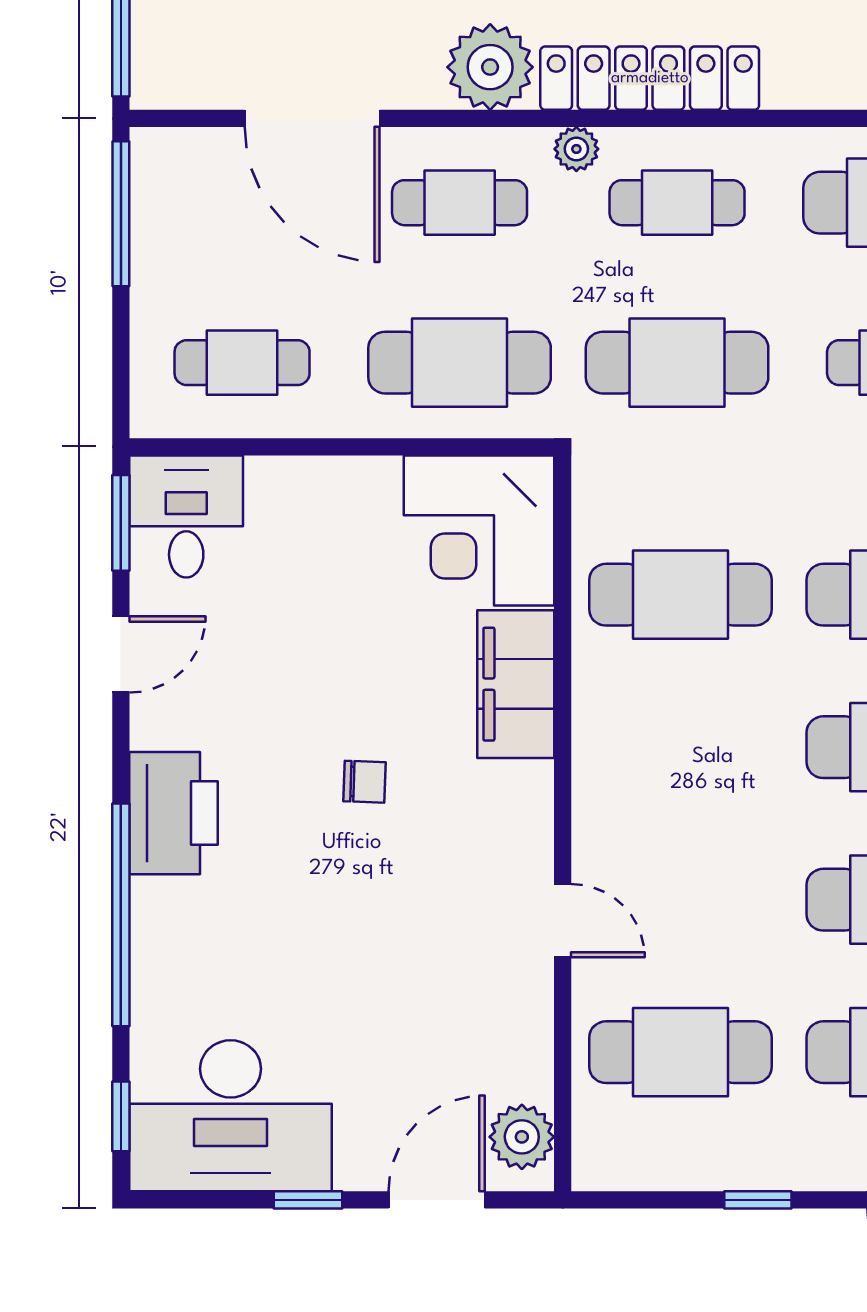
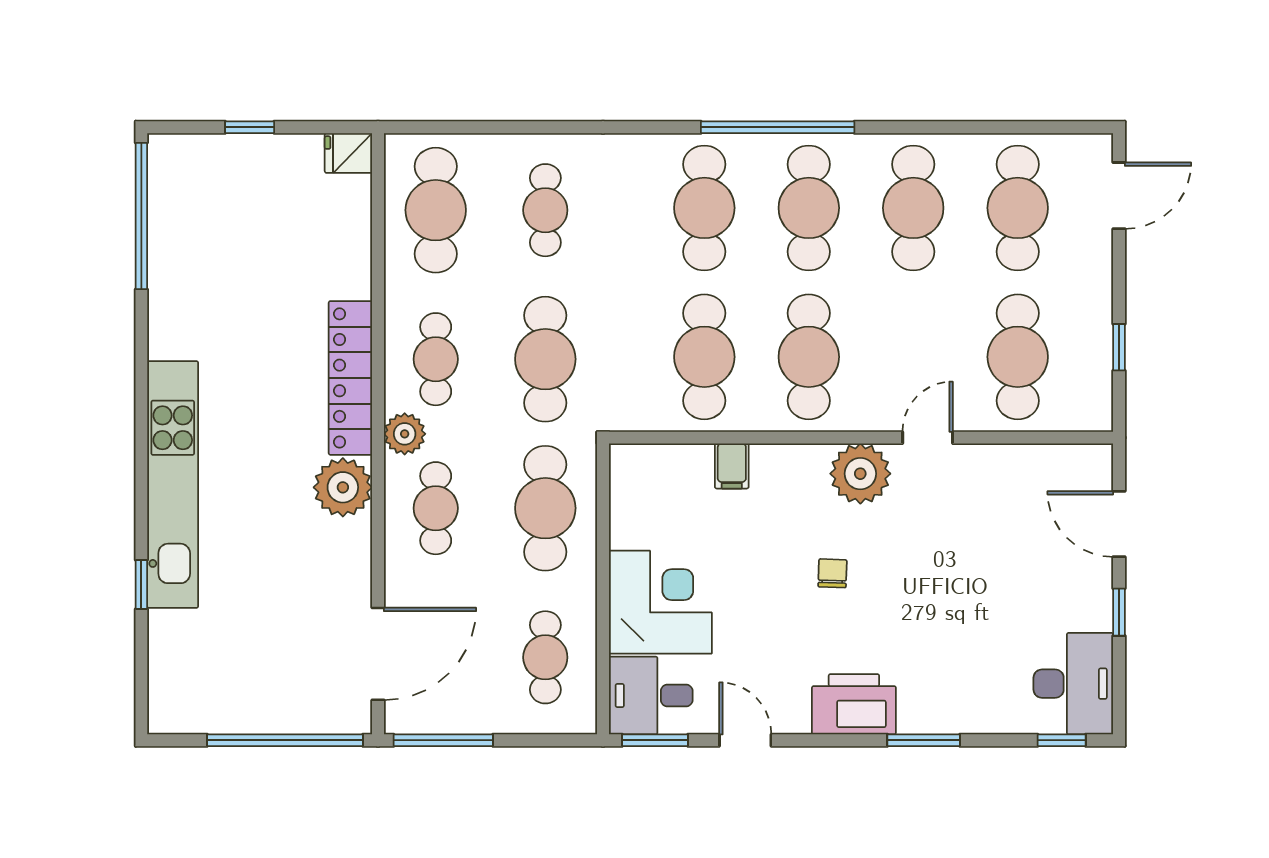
door: (312, 118) -> (378, 654), moved
plant: (576, 149) -> (405, 434), width x1.38, depth x1.38
corner desk: (479, 530) -> (660, 602), moved, turned -90
filing cabinet: (516, 684) -> (732, 466), width x0.33, depth x0.86
cafe table: (681, 747) -> (809, 357), added
window: (121, 915) -> (924, 740), width x0.47
desk: (231, 1116) -> (1073, 684), width x0.73, depth x0.77
plant: (522, 1137) -> (860, 474), moved, width x1.36, depth x1.36
window: (758, 1200) -> (1119, 347), moved

